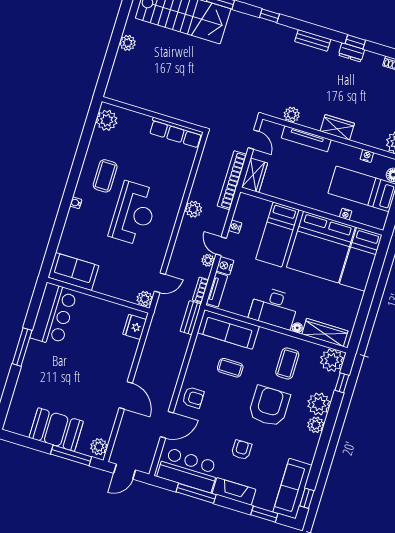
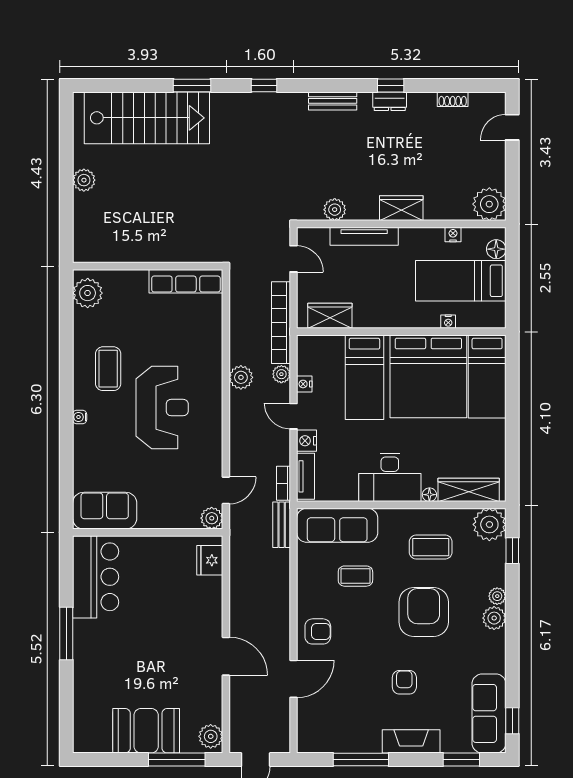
wardrobe: (255, 175) -> (330, 316), moved, turned -90
plant: (208, 260) -> (281, 374), moved
coffee table: (287, 363) -> (431, 547), turned 90
plant: (319, 404) -> (497, 596), width x0.53, depth x0.53
bar counter: (188, 470) -> (341, 731), removed

